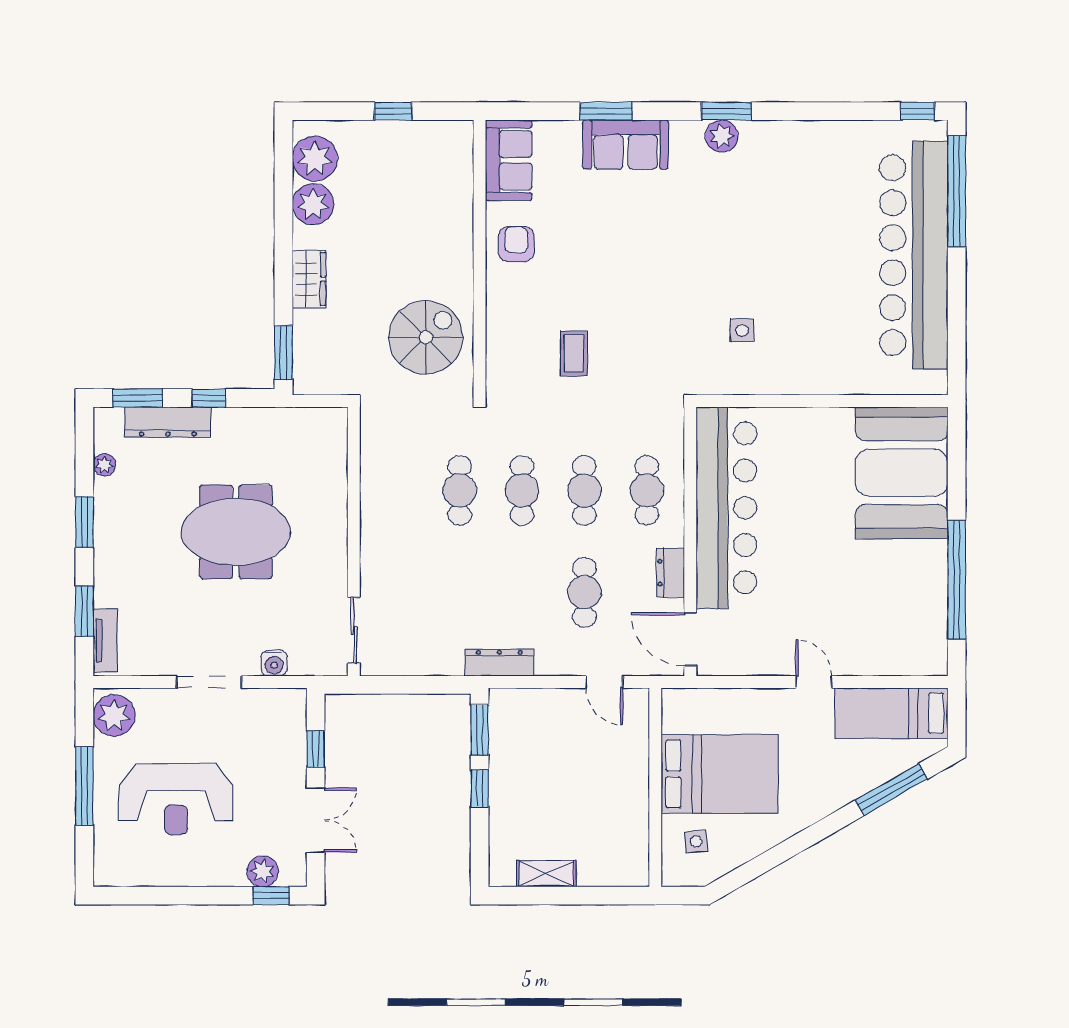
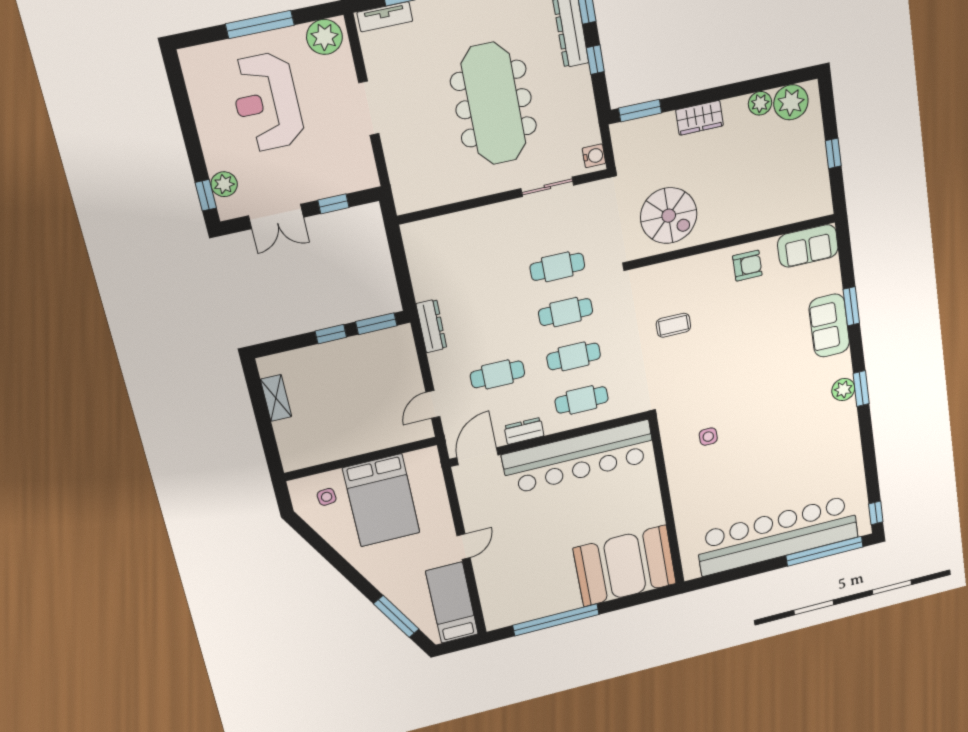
plant: (313, 204) -> (760, 103), width x0.73, depth x0.73
meeting table: (236, 532) -> (494, 104), width x1.36
sliding door: (354, 630) -> (547, 187), moved
water cooler: (274, 663) -> (594, 156), moved, turned 180

